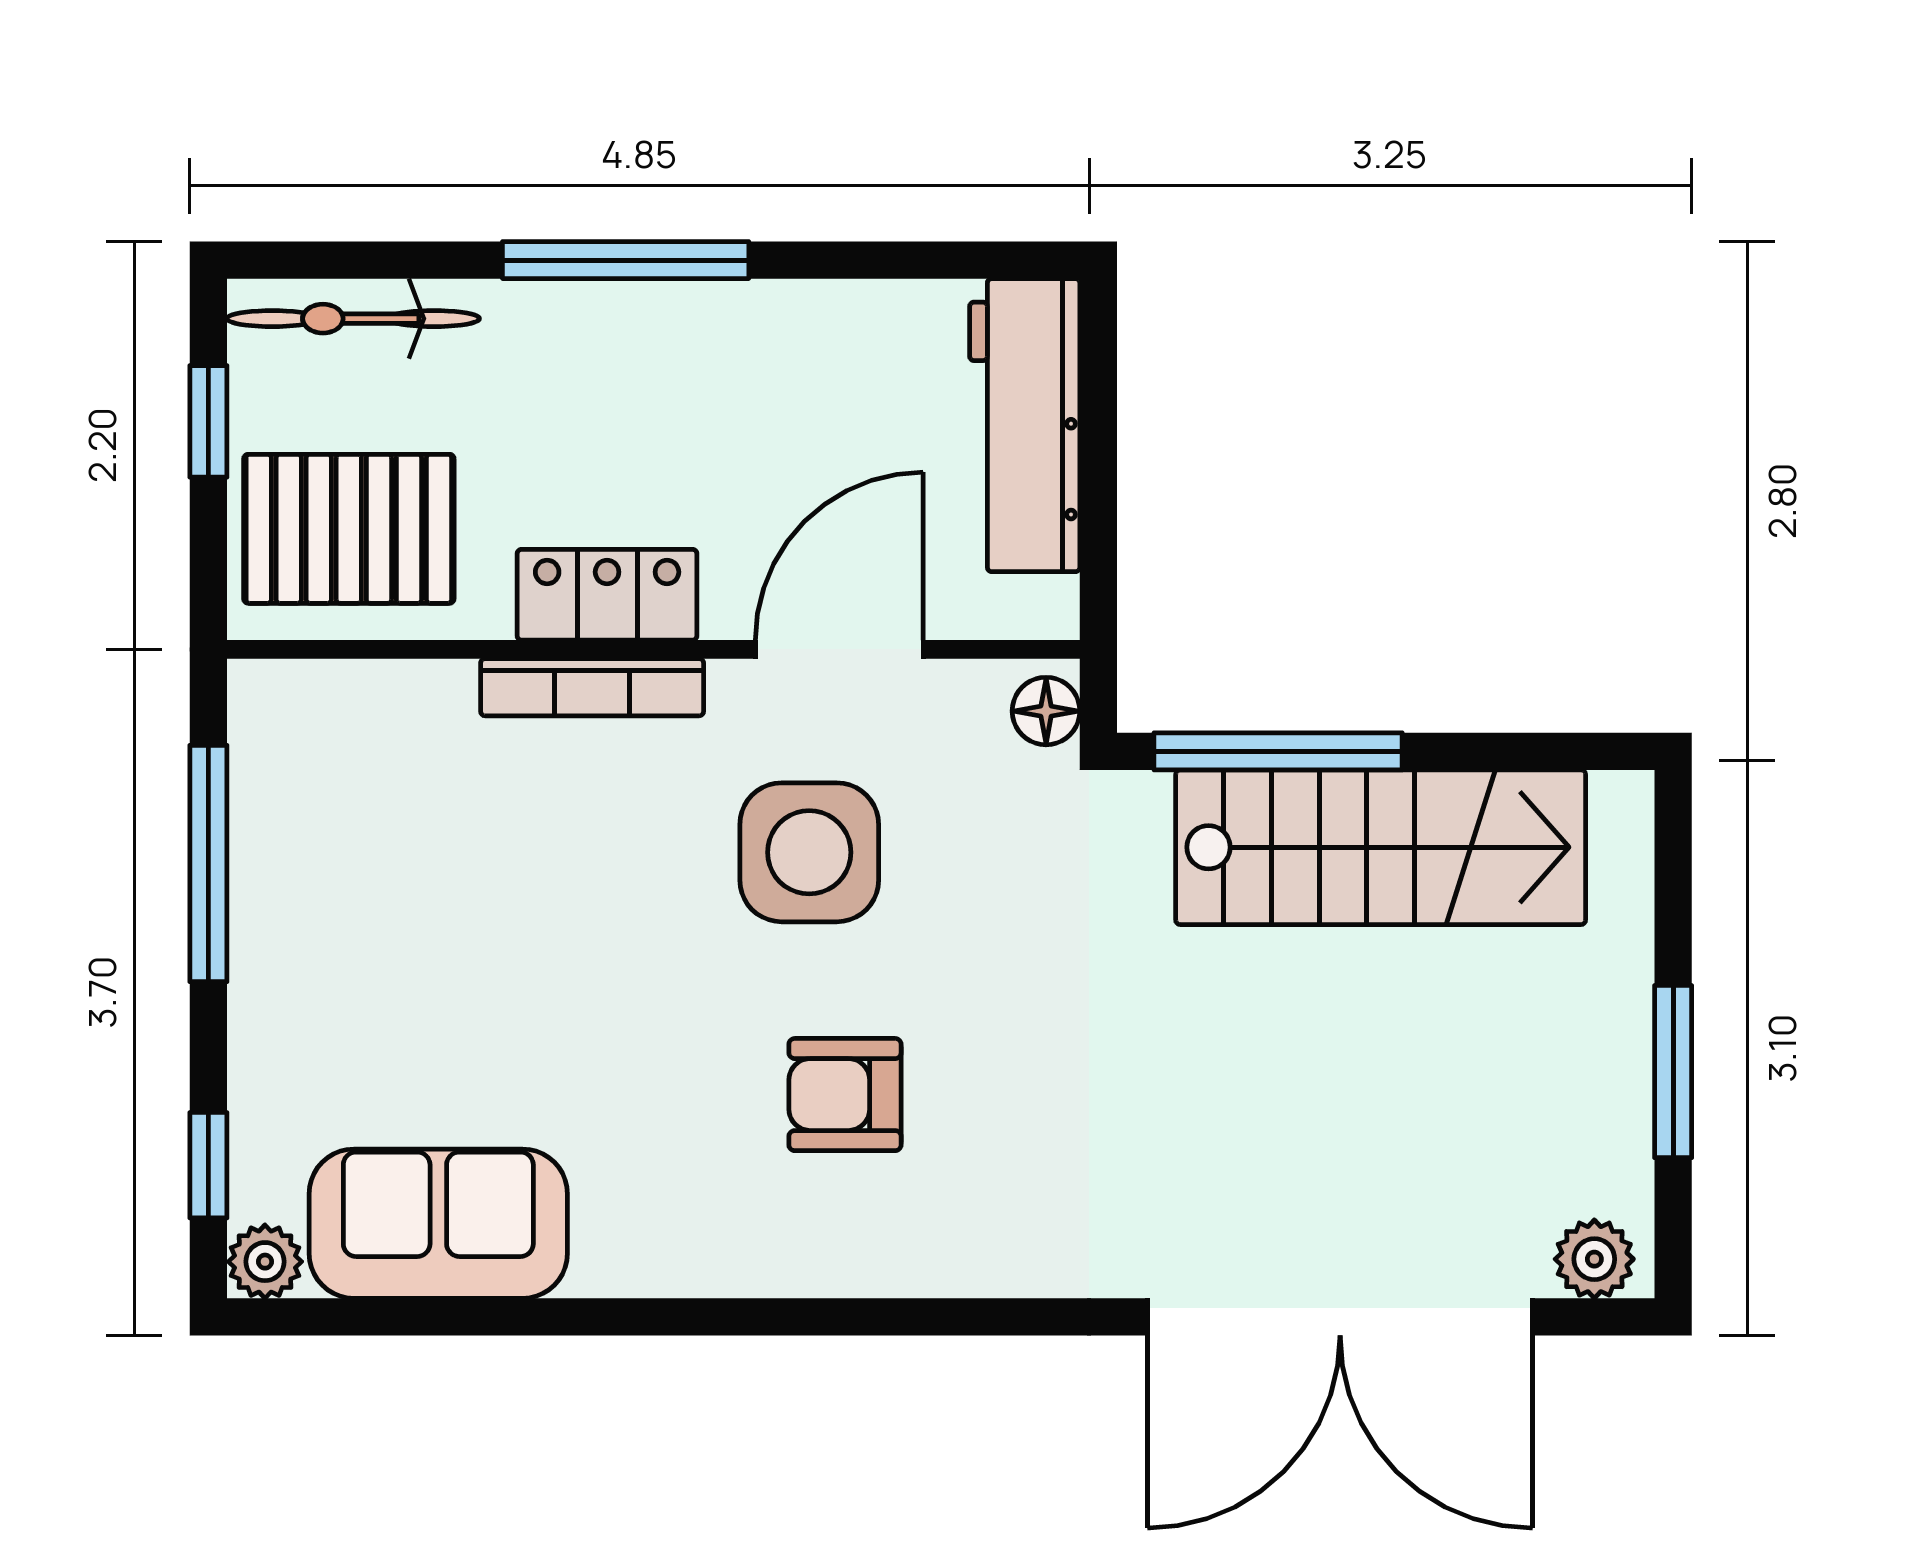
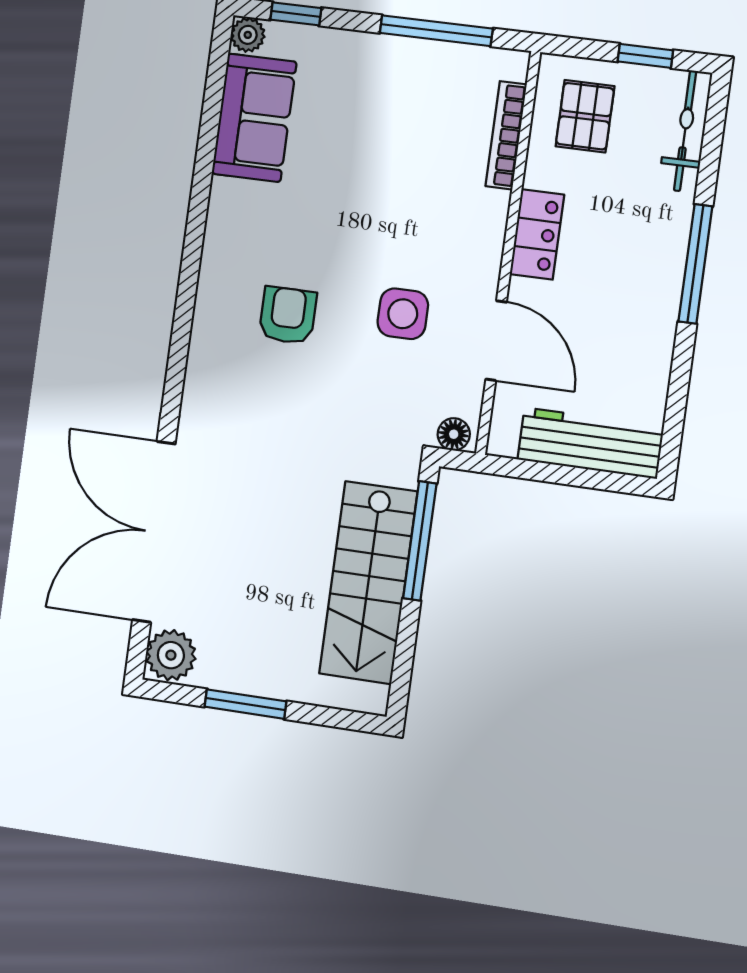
pallet: (349, 529) -> (585, 116), width x0.67, depth x0.71
bookcase: (592, 687) -> (506, 135), moved
side table: (809, 852) -> (403, 314), width x0.73, depth x0.73
plant: (1594, 1259) -> (171, 655), width x1.38, depth x1.38

